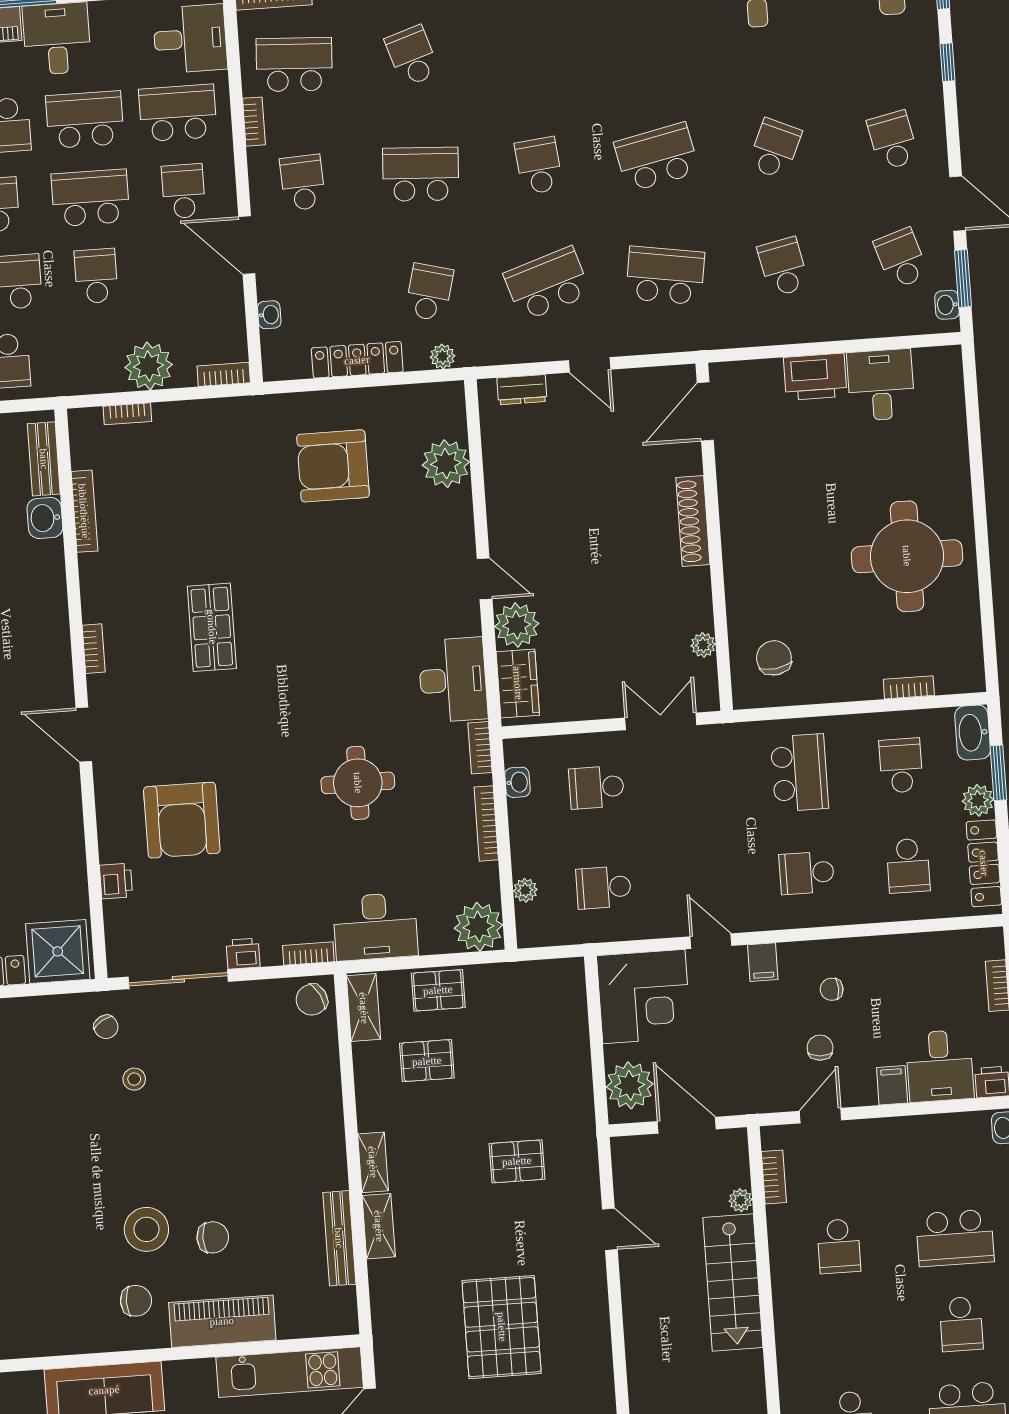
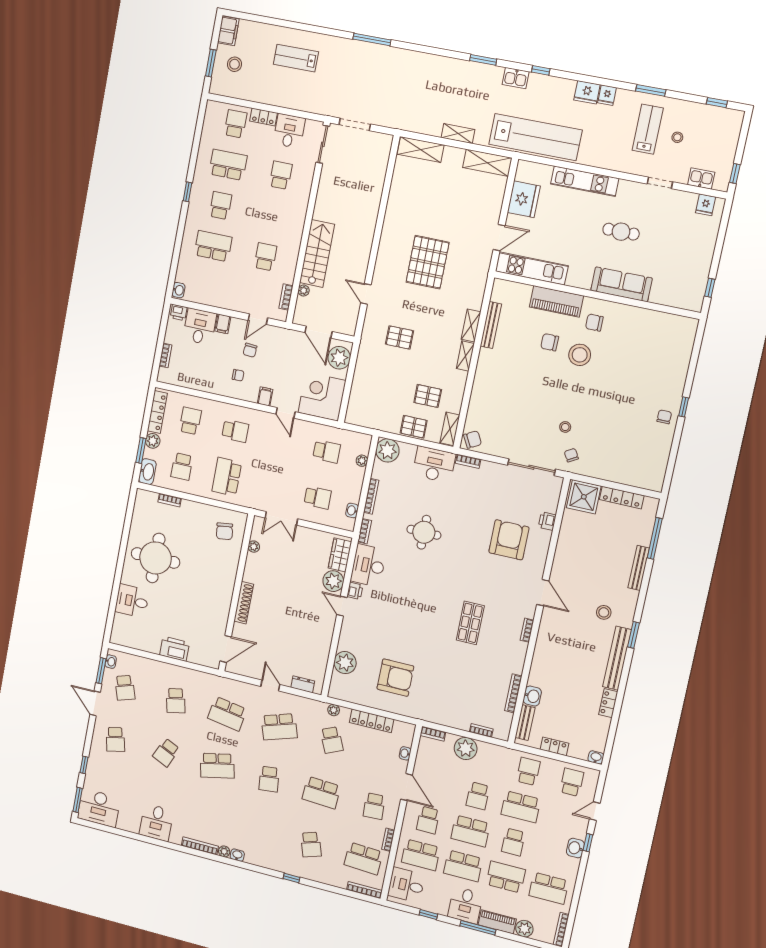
school desk: (429, 292) -> (332, 740), turned -39
desk: (881, 385) -> (132, 601), moved, turned 90
printer: (243, 954) -> (355, 591), moved, turned -90

